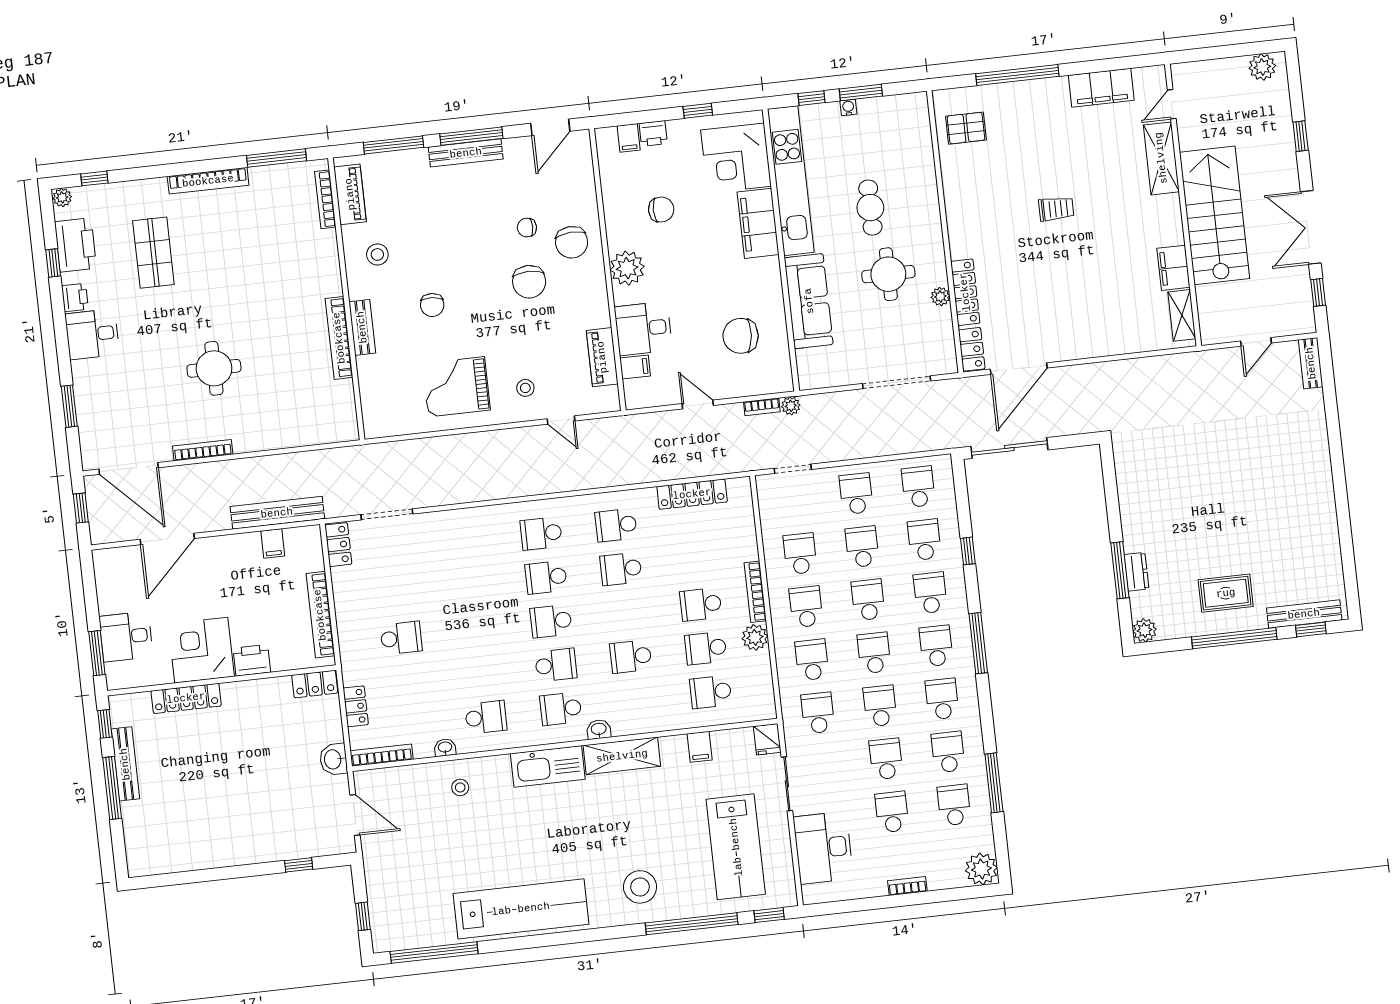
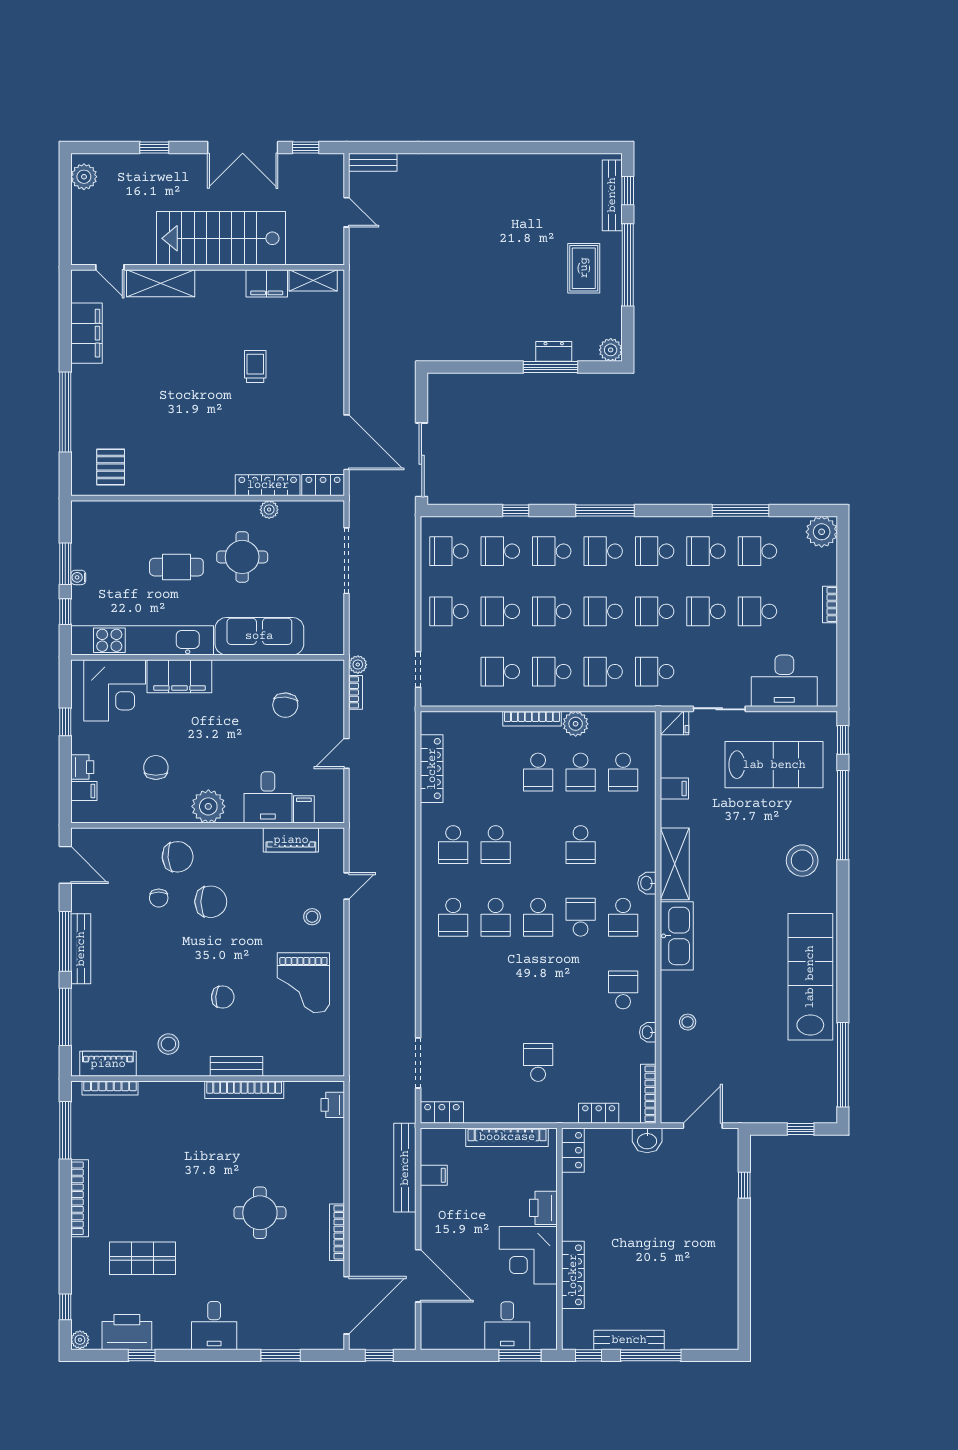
trolley: (1056, 209) -> (255, 366), moved
printer: (75, 298) -> (333, 1105), moved, turned -90
chair: (741, 336) -> (285, 705), width x0.73, depth x0.73

